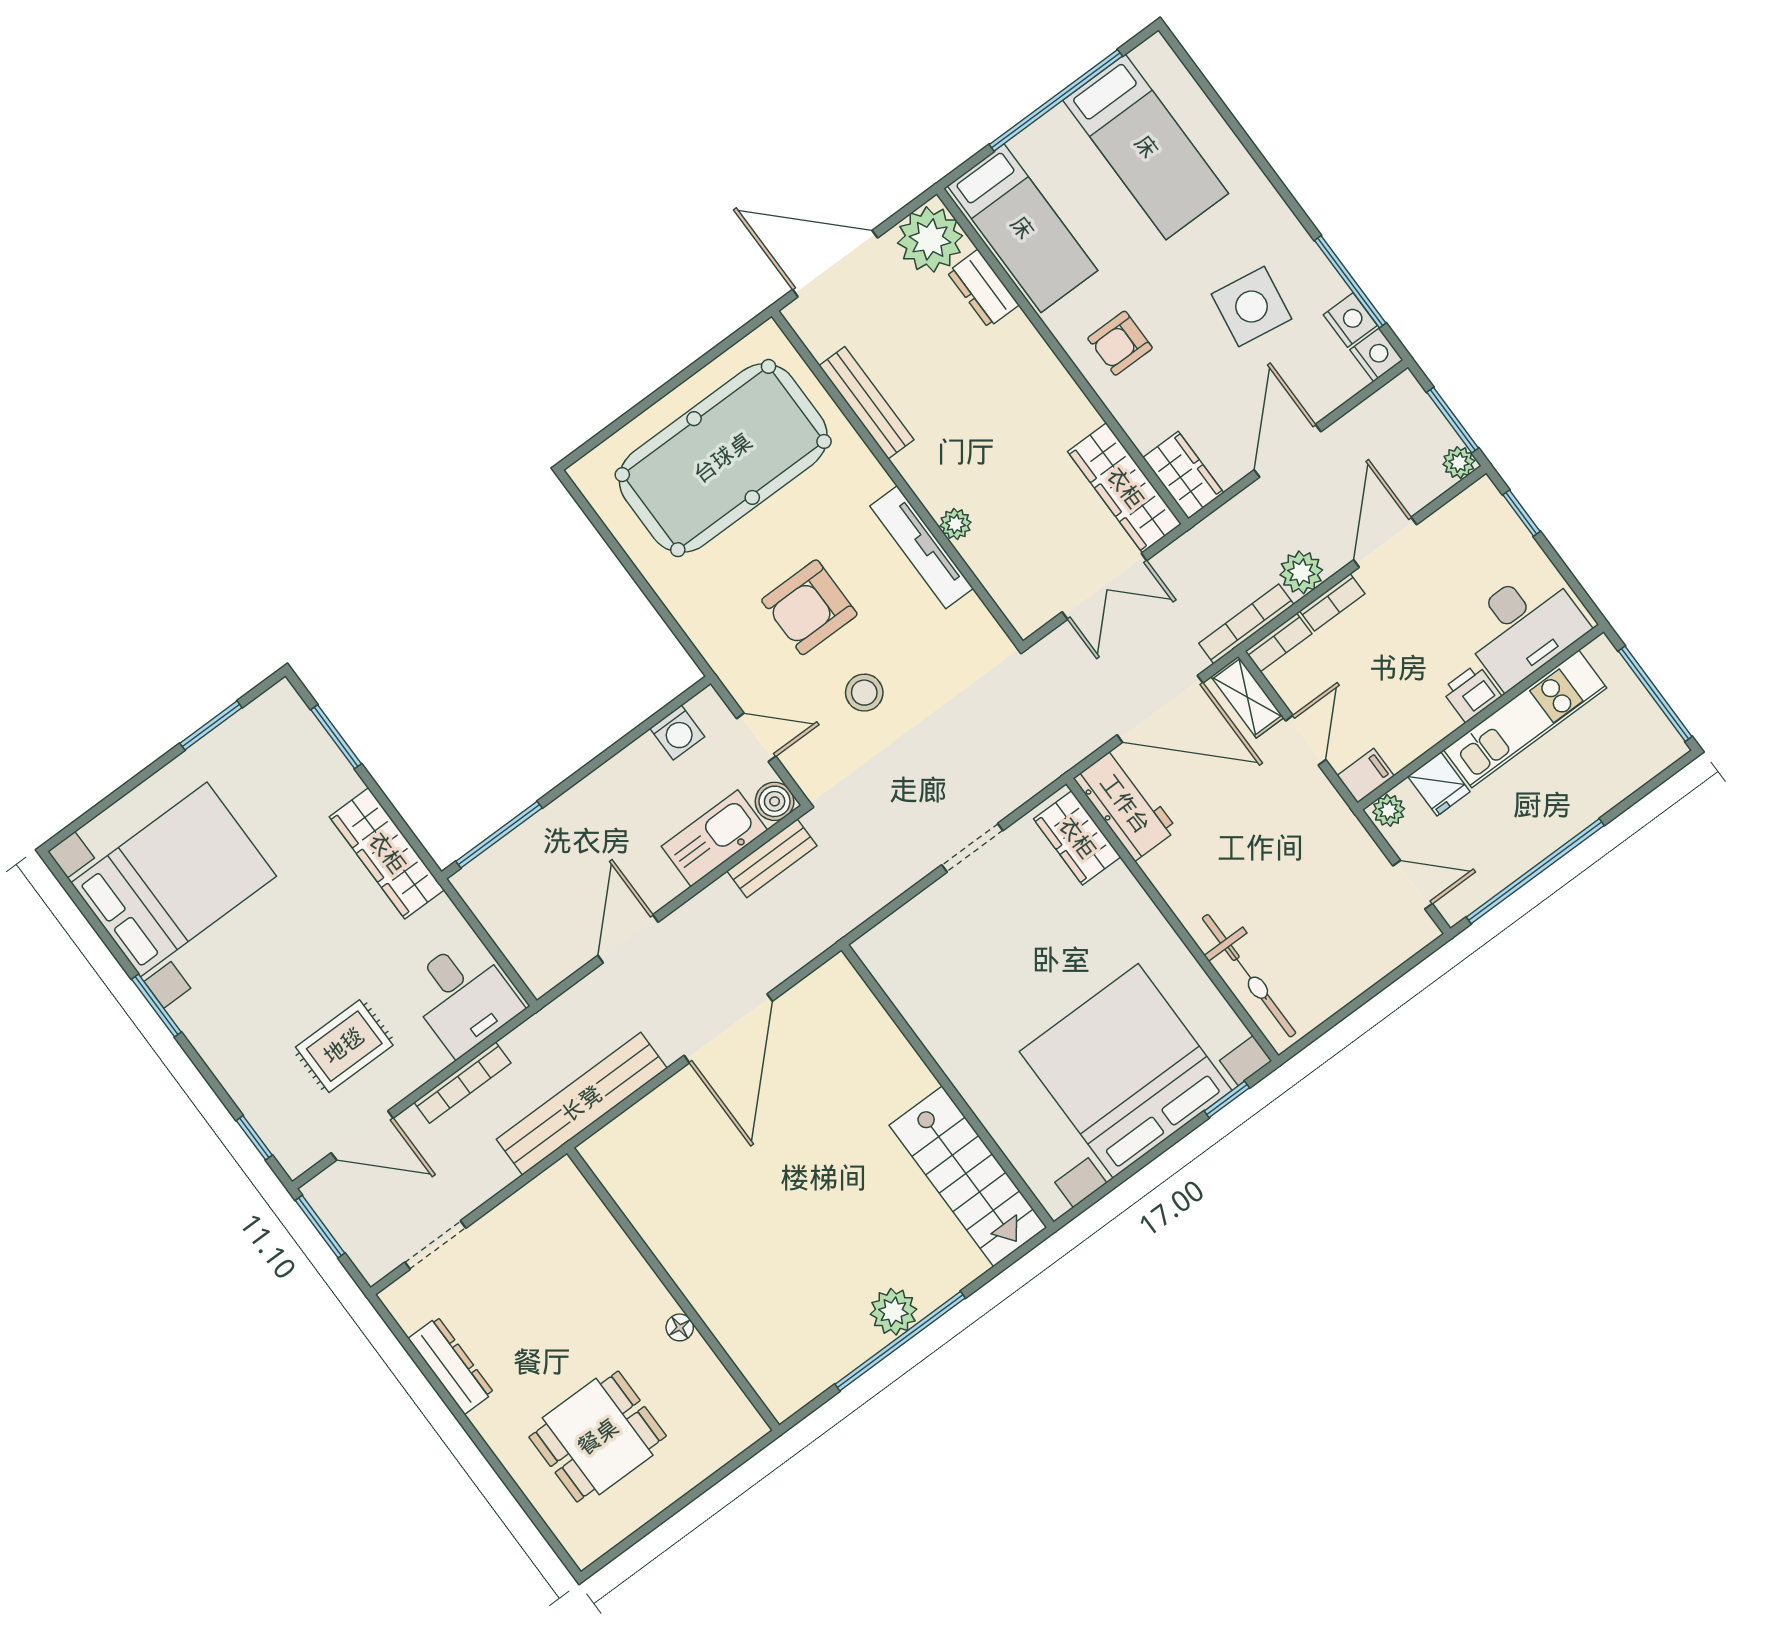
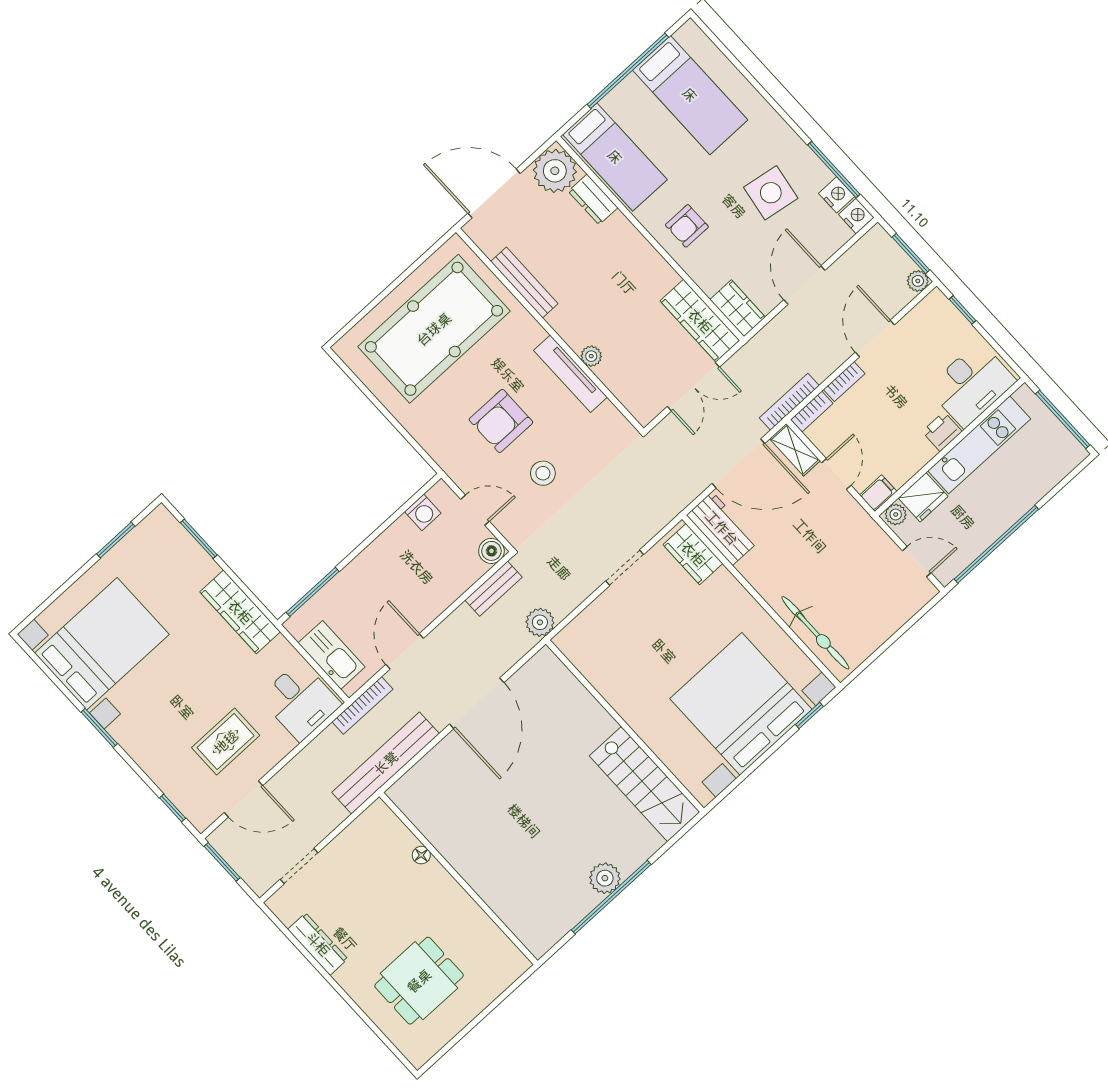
plant: (1301, 572) -> (540, 622), moved
fridge: (1439, 784) -> (923, 497), width x1.38
kitchen sink: (714, 838) -> (332, 655), moved, turned 90
bookcase: (462, 1083) -> (362, 705), moved
floor lamp: (680, 1327) -> (421, 855), moved

